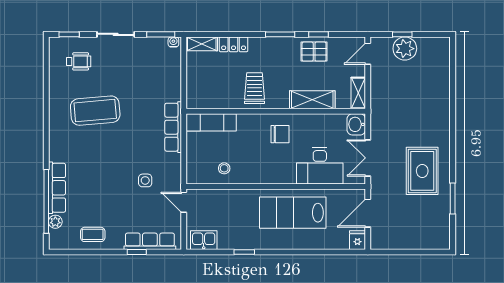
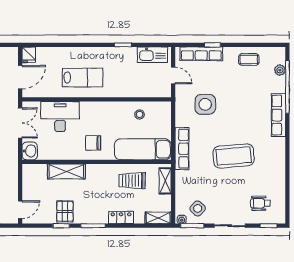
locker: (234, 44) -> (121, 217), moved
pallet: (314, 52) -> (65, 211), turned 90
side table: (154, 55) -> (198, 208), added
trolley: (255, 88) -> (132, 181), moved, turned 90
shelving: (358, 93) -> (165, 181), moved
coffee table: (95, 111) -> (234, 156), moved
exam couch: (211, 122) -> (143, 149), width x1.36, depth x1.45
side table: (145, 180) -> (205, 104), width x1.87, depth x1.87
row of seats: (57, 188) -> (278, 115), moved
door: (184, 202) -> (173, 75), moved
lab bench: (293, 213) -> (83, 78), width x0.73, depth x0.72
kitchen sink: (204, 240) -> (152, 55), width x1.38

